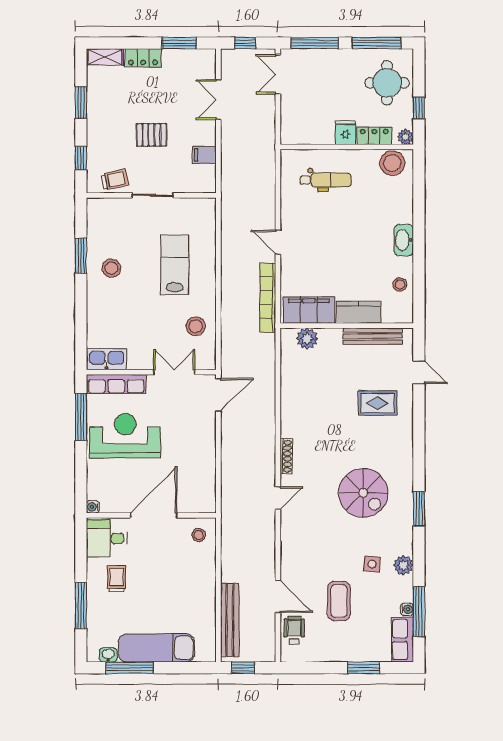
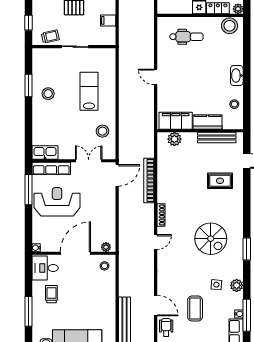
bookcase: (268, 298) -> (149, 180), moved
plant: (201, 506) -> (106, 247), added

